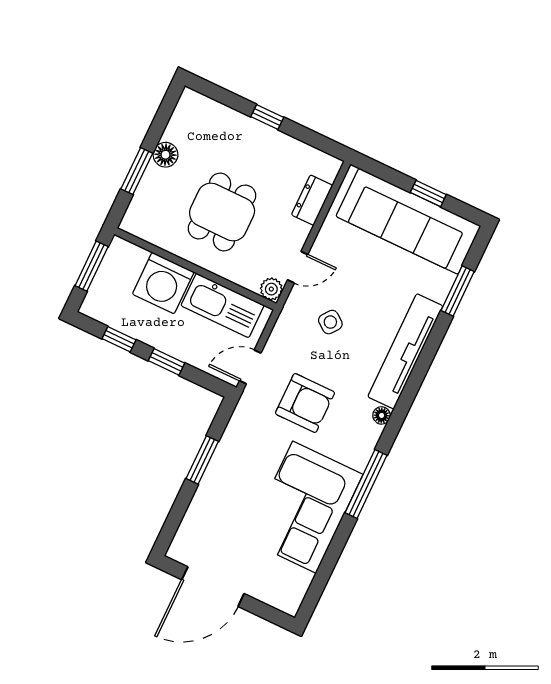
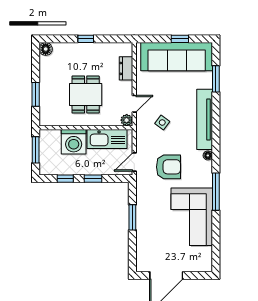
floor lamp: (166, 155) -> (46, 49), moved

